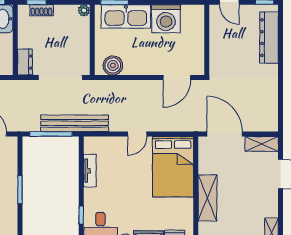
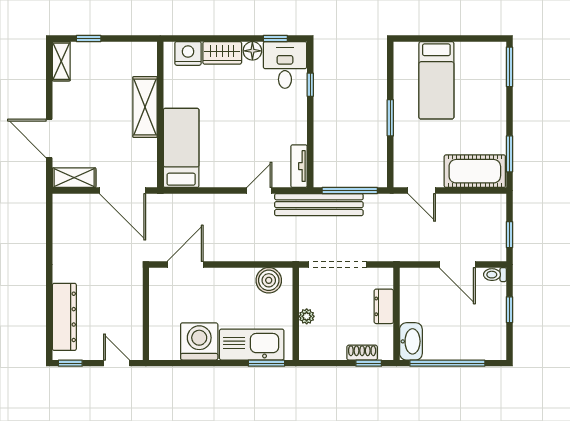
plant: (84, 10) -> (307, 316), moved
dresser: (25, 62) -> (384, 306), moved
door: (137, 134) -> (259, 191), moved
bed: (173, 167) -> (181, 148), width x0.67
tv unit: (90, 171) -> (299, 166), moved

